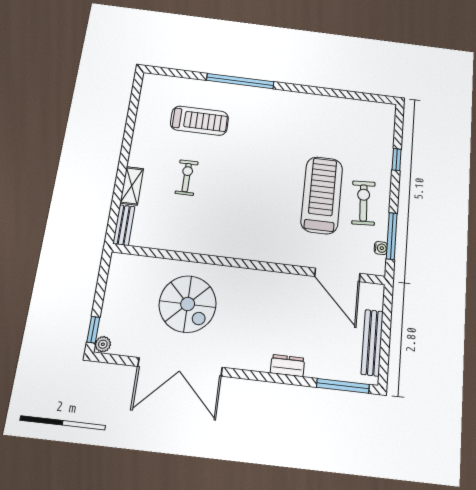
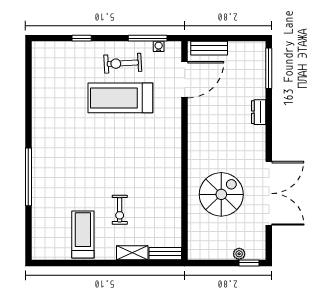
treadmill: (199, 121) -> (83, 234), moved
exercise bike: (187, 178) -> (120, 210), turned -90
bench: (372, 343) -> (209, 48), moved, width x0.73
plant: (103, 344) -> (239, 254), moved

